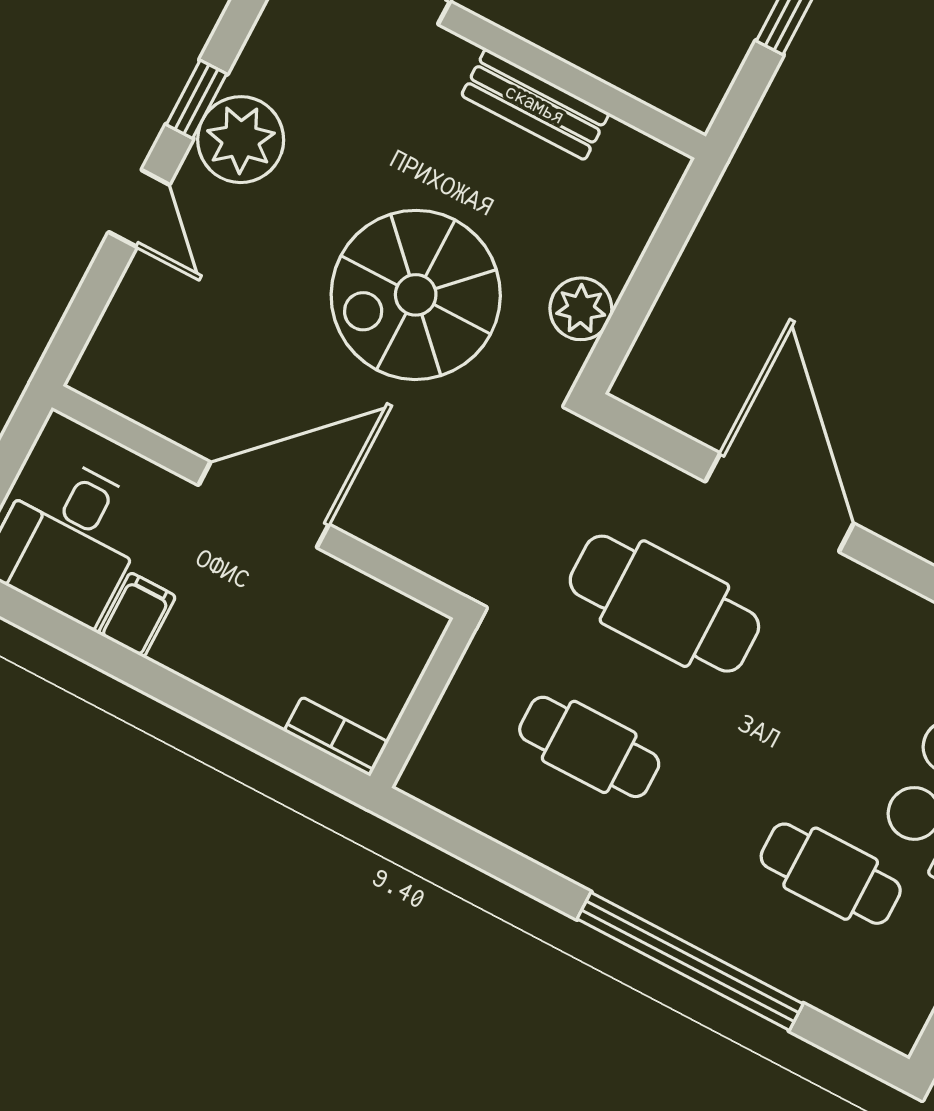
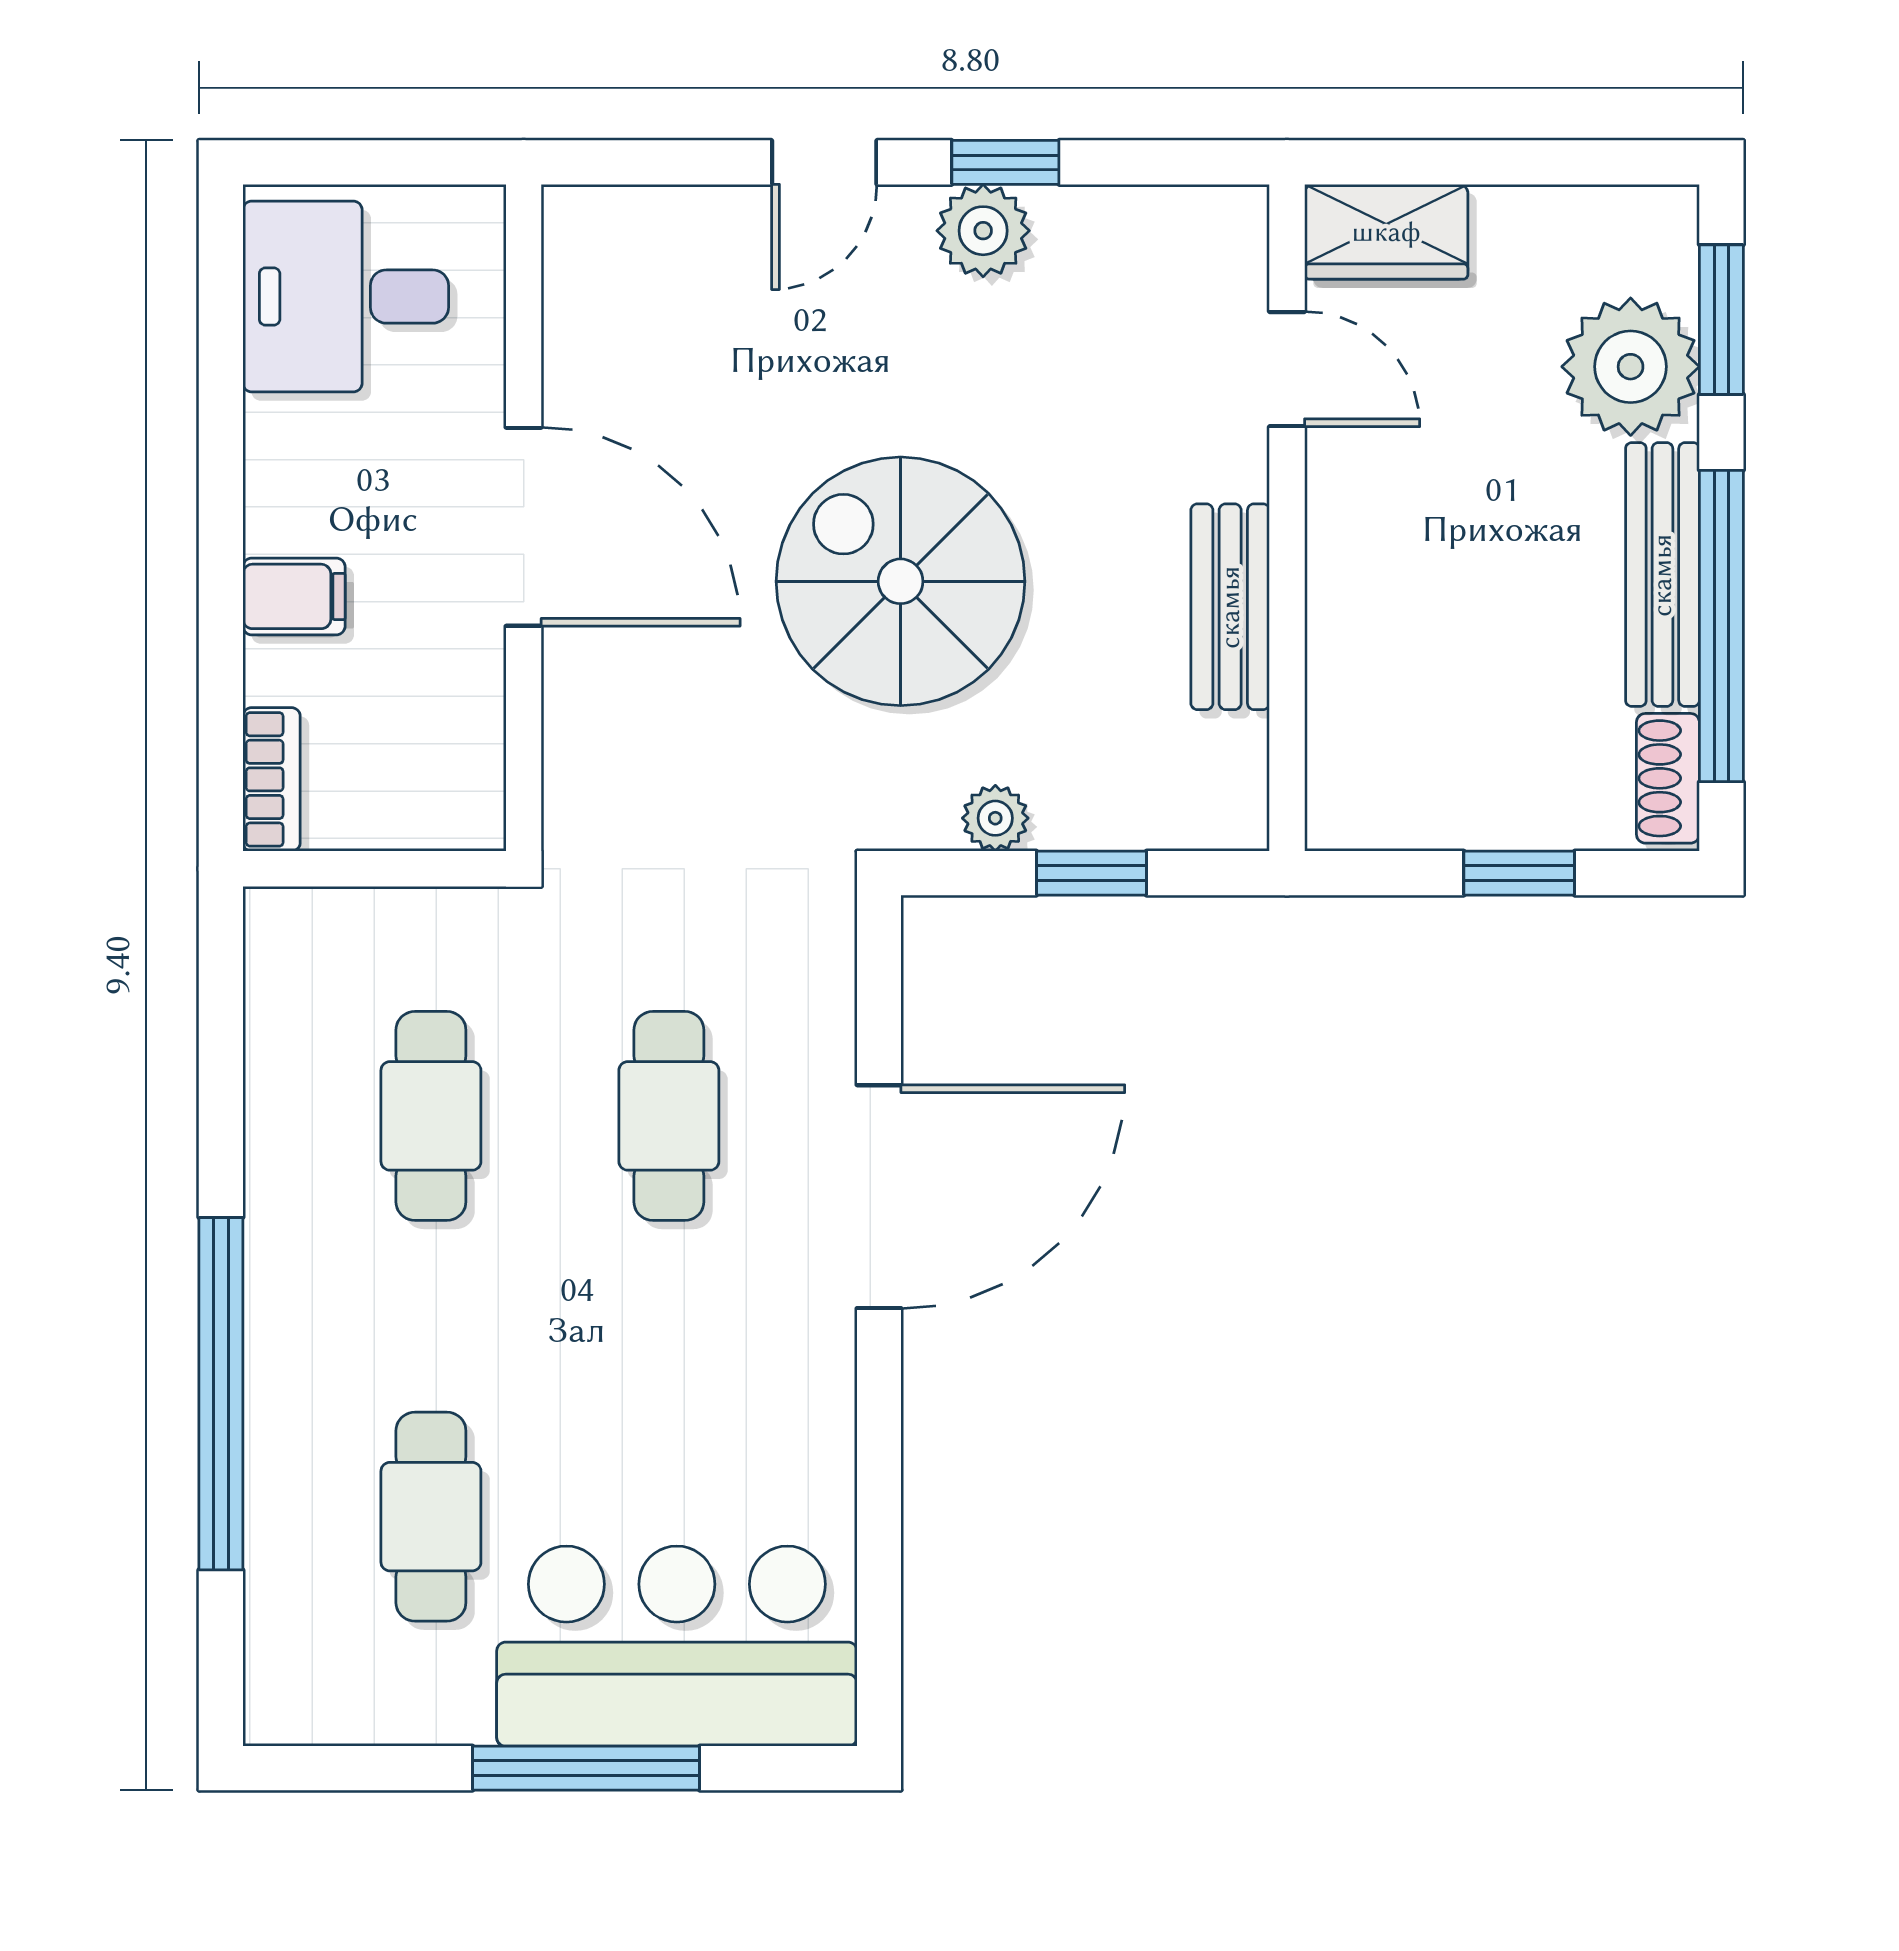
plant: (241, 140) -> (983, 231), width x0.73, depth x0.73
window: (652, 272) -> (1091, 873), added
plant: (581, 309) -> (995, 818), width x0.73, depth x0.73
cafe table: (664, 604) -> (669, 1116), width x0.73, depth x0.74
filing cabinet: (137, 615) -> (294, 596), moved

